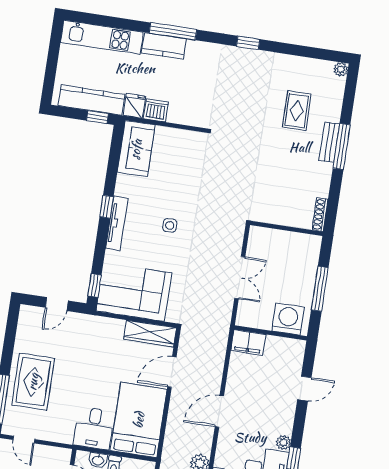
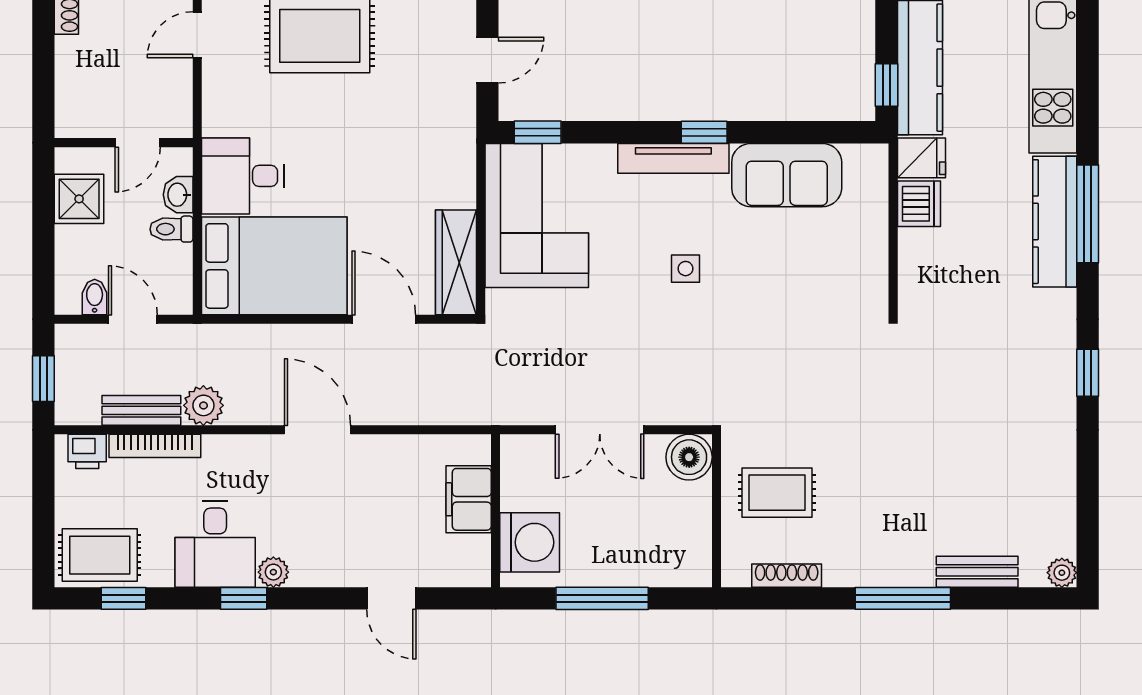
kitchen counter: (164, 46) -> (1055, 222), width x1.50
rug: (297, 111) -> (777, 493), moved
bench: (329, 142) -> (977, 572), moved
sofa: (136, 149) -> (787, 175), moved
shoe rack: (320, 215) -> (787, 576), moved
boiler: (259, 237) -> (689, 457), added
door: (57, 304) -> (487, 60), swing flipped
filing cabinet: (248, 343) -> (469, 499), moved

